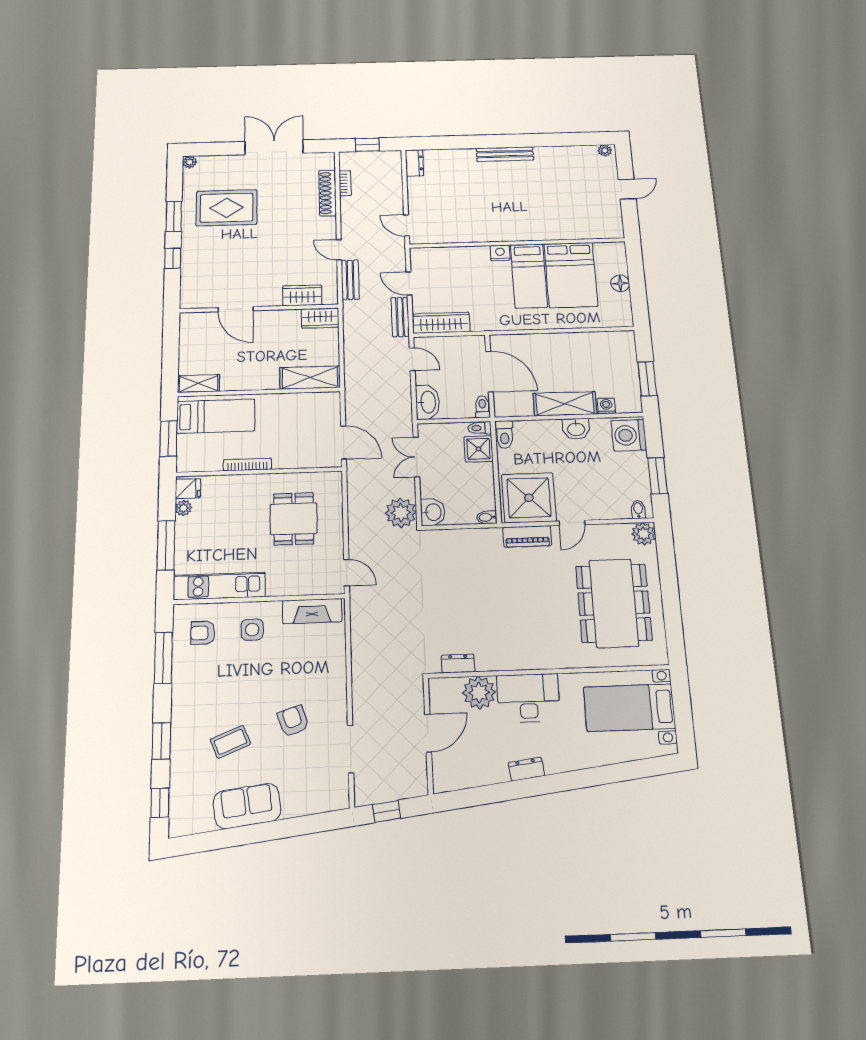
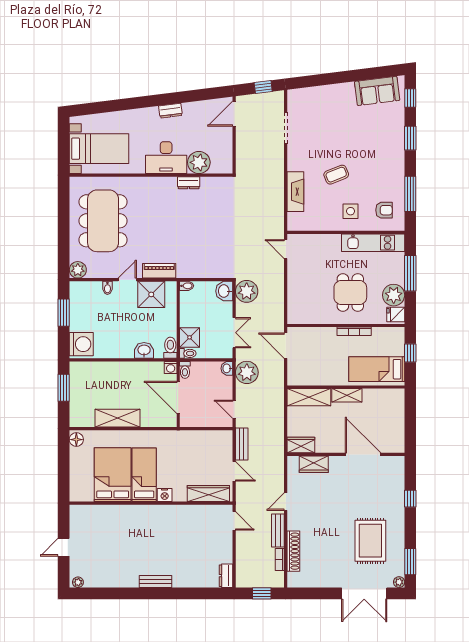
double door: (274, 147) -> (364, 593), moved
bench: (505, 154) -> (156, 581), width x0.73
rug: (227, 208) -> (370, 541), turned 90
window: (174, 216) -> (410, 562), moved
door: (339, 250) -> (286, 502), swing flipped
bench: (350, 280) -> (278, 531), moved
floor lamp: (620, 283) -> (76, 440), moved
door: (236, 309) -> (363, 454), width x1.36
wardrobe: (441, 323) -> (208, 494), moved, turned 180
shelving: (199, 383) -> (347, 395), moved
washbasin: (427, 402) -> (227, 368), width x0.52, depth x0.69
shelving: (565, 404) -> (118, 418), moved
plant: (397, 406) -> (247, 372), added
washing machine: (606, 406) -> (171, 367), moved
washbasin: (576, 429) -> (144, 350), moved
window: (169, 439) -> (410, 353), width x0.67
shower: (529, 498) -> (151, 294), width x0.73, depth x0.73
plant: (183, 508) -> (394, 295), width x1.87, depth x1.87
bidet: (638, 510) -> (107, 288), moved
dining table: (294, 519) -> (350, 293), moved
fireplace: (312, 611) -> (295, 192), moved, turned 90
dresser: (458, 663) -> (189, 183), moved
armchair: (293, 721) -> (323, 148), removed
door: (428, 733) -> (234, 114), moved
coffee table: (230, 742) -> (336, 175), moved
sofa: (247, 806) -> (377, 91), moved

